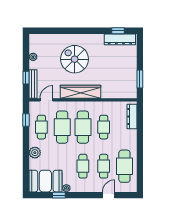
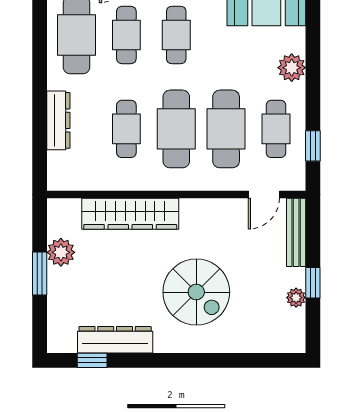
dresser: (120, 39) -> (115, 340), moved
plant: (131, 76) -> (61, 252), added
window: (26, 78) -> (313, 283), moved
window: (140, 79) -> (40, 274), moved
wardrobe: (80, 92) -> (130, 214), moved
dresser: (132, 116) -> (58, 120), moved

